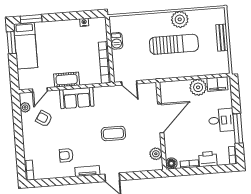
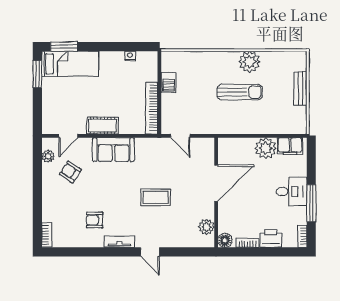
sun lounger: (174, 44) -> (240, 92), width x0.73, depth x0.75
bed: (26, 46) -> (70, 64), moved, turned -90

